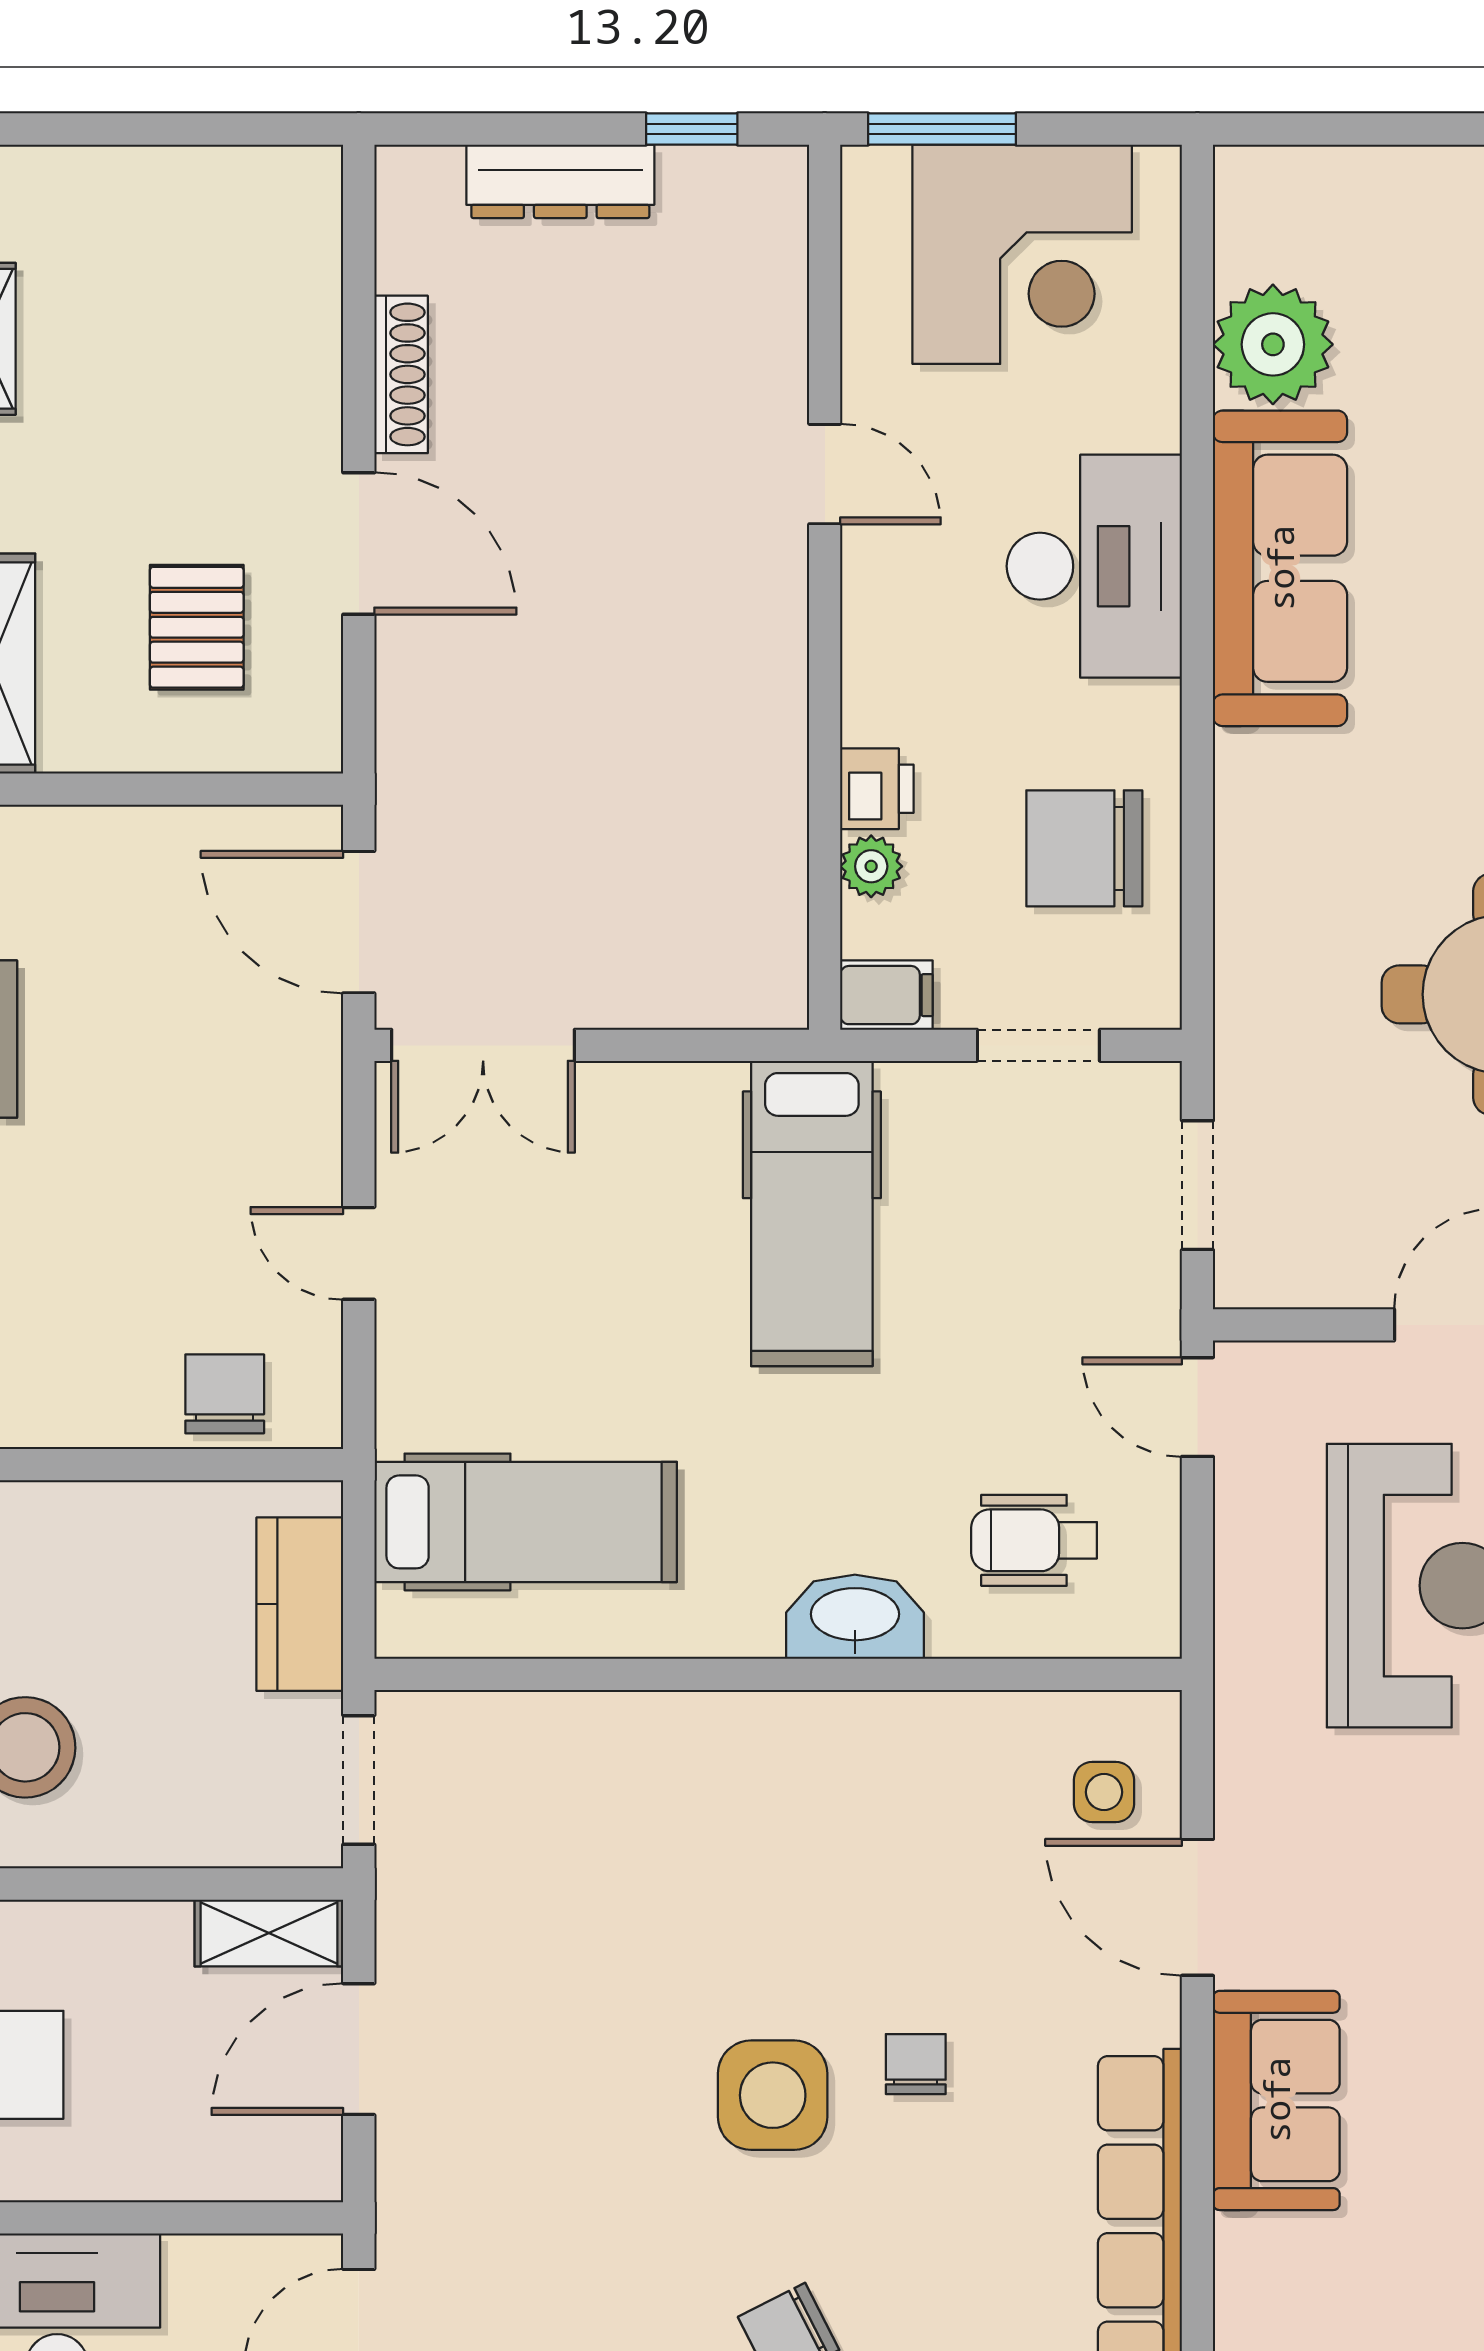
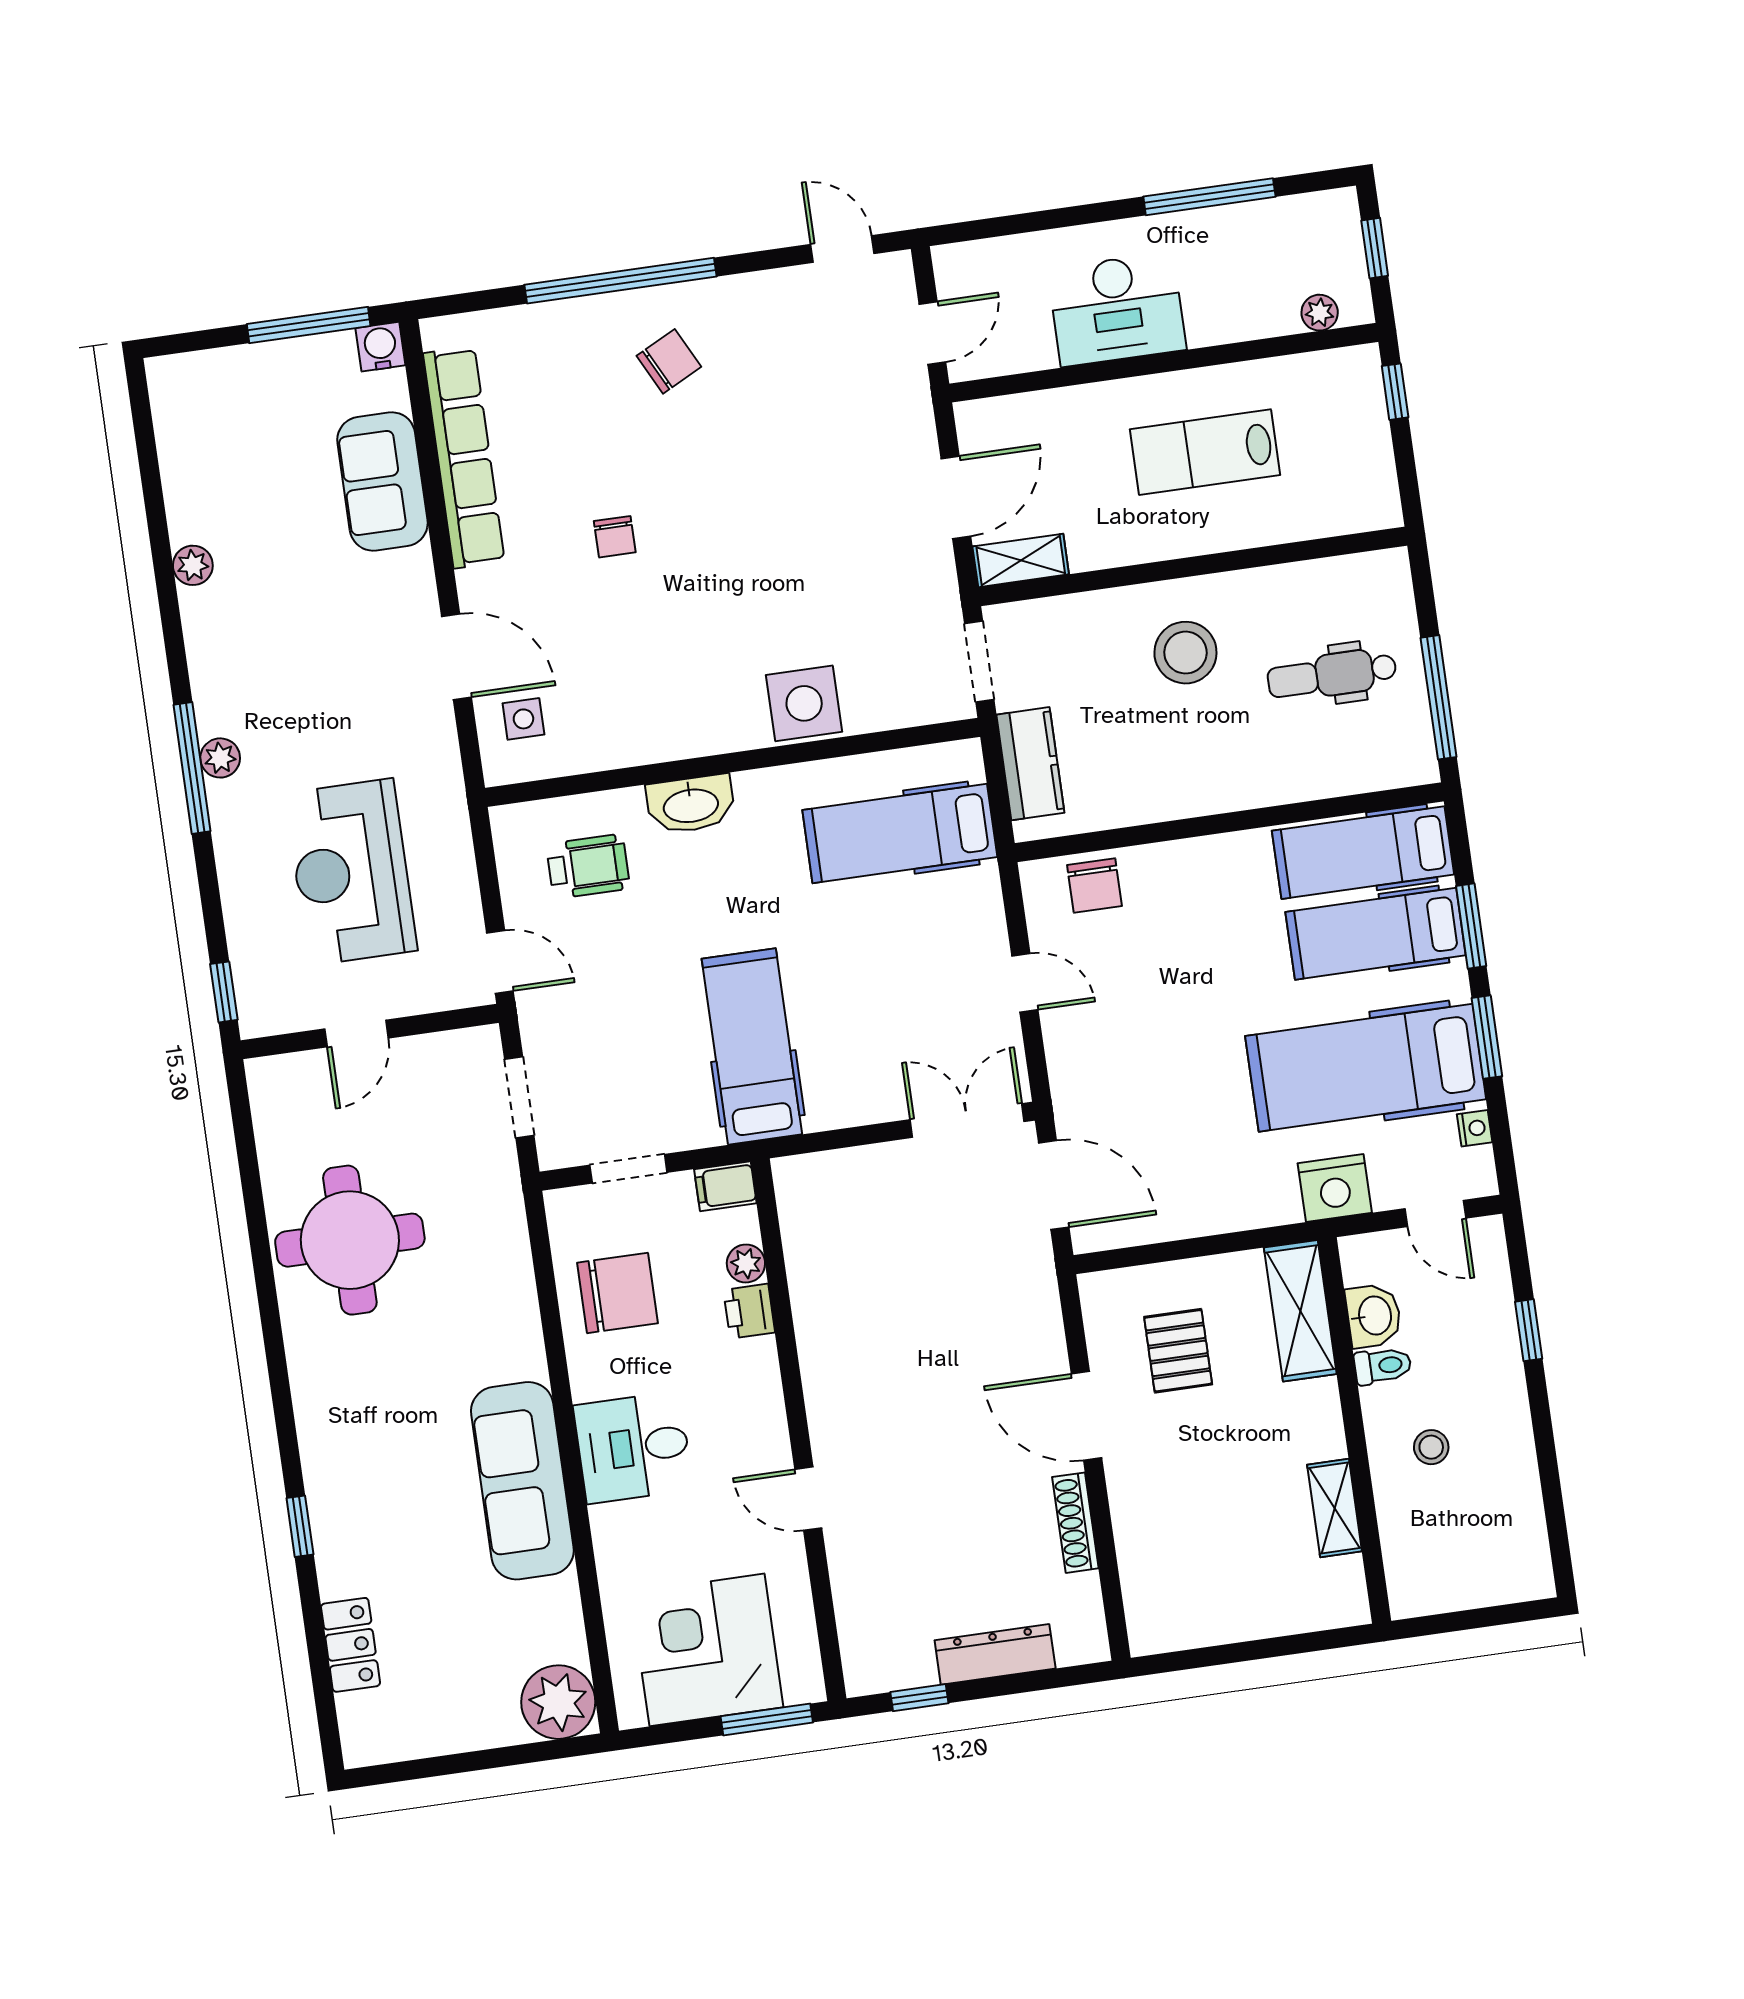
plant: (1273, 344) -> (558, 1702), moved
desk: (1094, 566) -> (633, 1447), width x0.73
side table: (773, 2095) -> (804, 703), moved
sofa: (1276, 2100) -> (382, 482), moved

